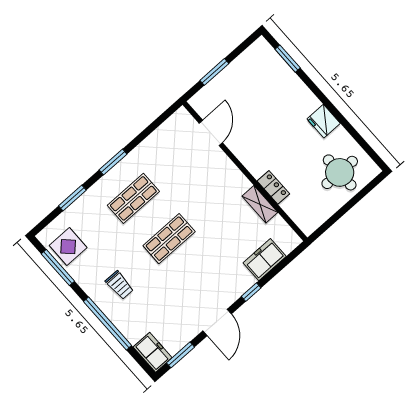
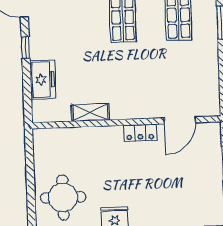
door: (211, 133) -> (180, 120), hinge flipped
locker: (273, 187) -> (140, 133), moved

